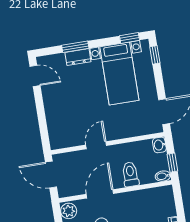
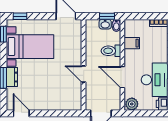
door: (35, 76) -> (21, 113), hinge flipped
washbasin: (159, 145) -> (105, 24), moved
filing cabinet: (144, 199) -> (132, 43), added

